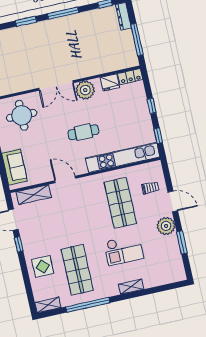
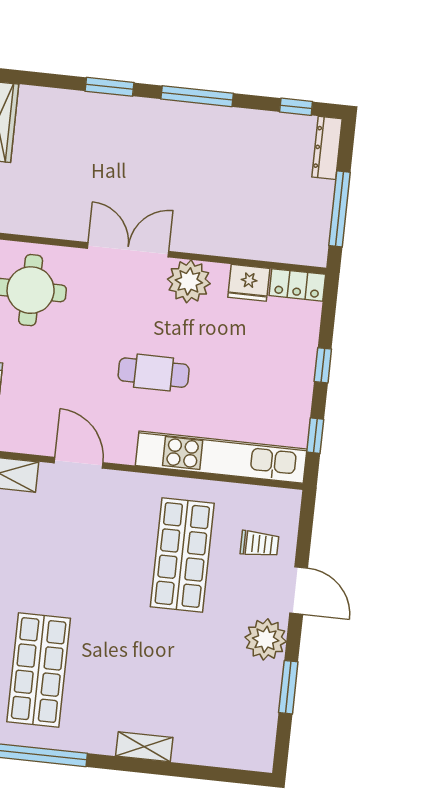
double door: (56, 85) -> (128, 250), swing flipped
checkout: (124, 250) -> (155, 661), removed

